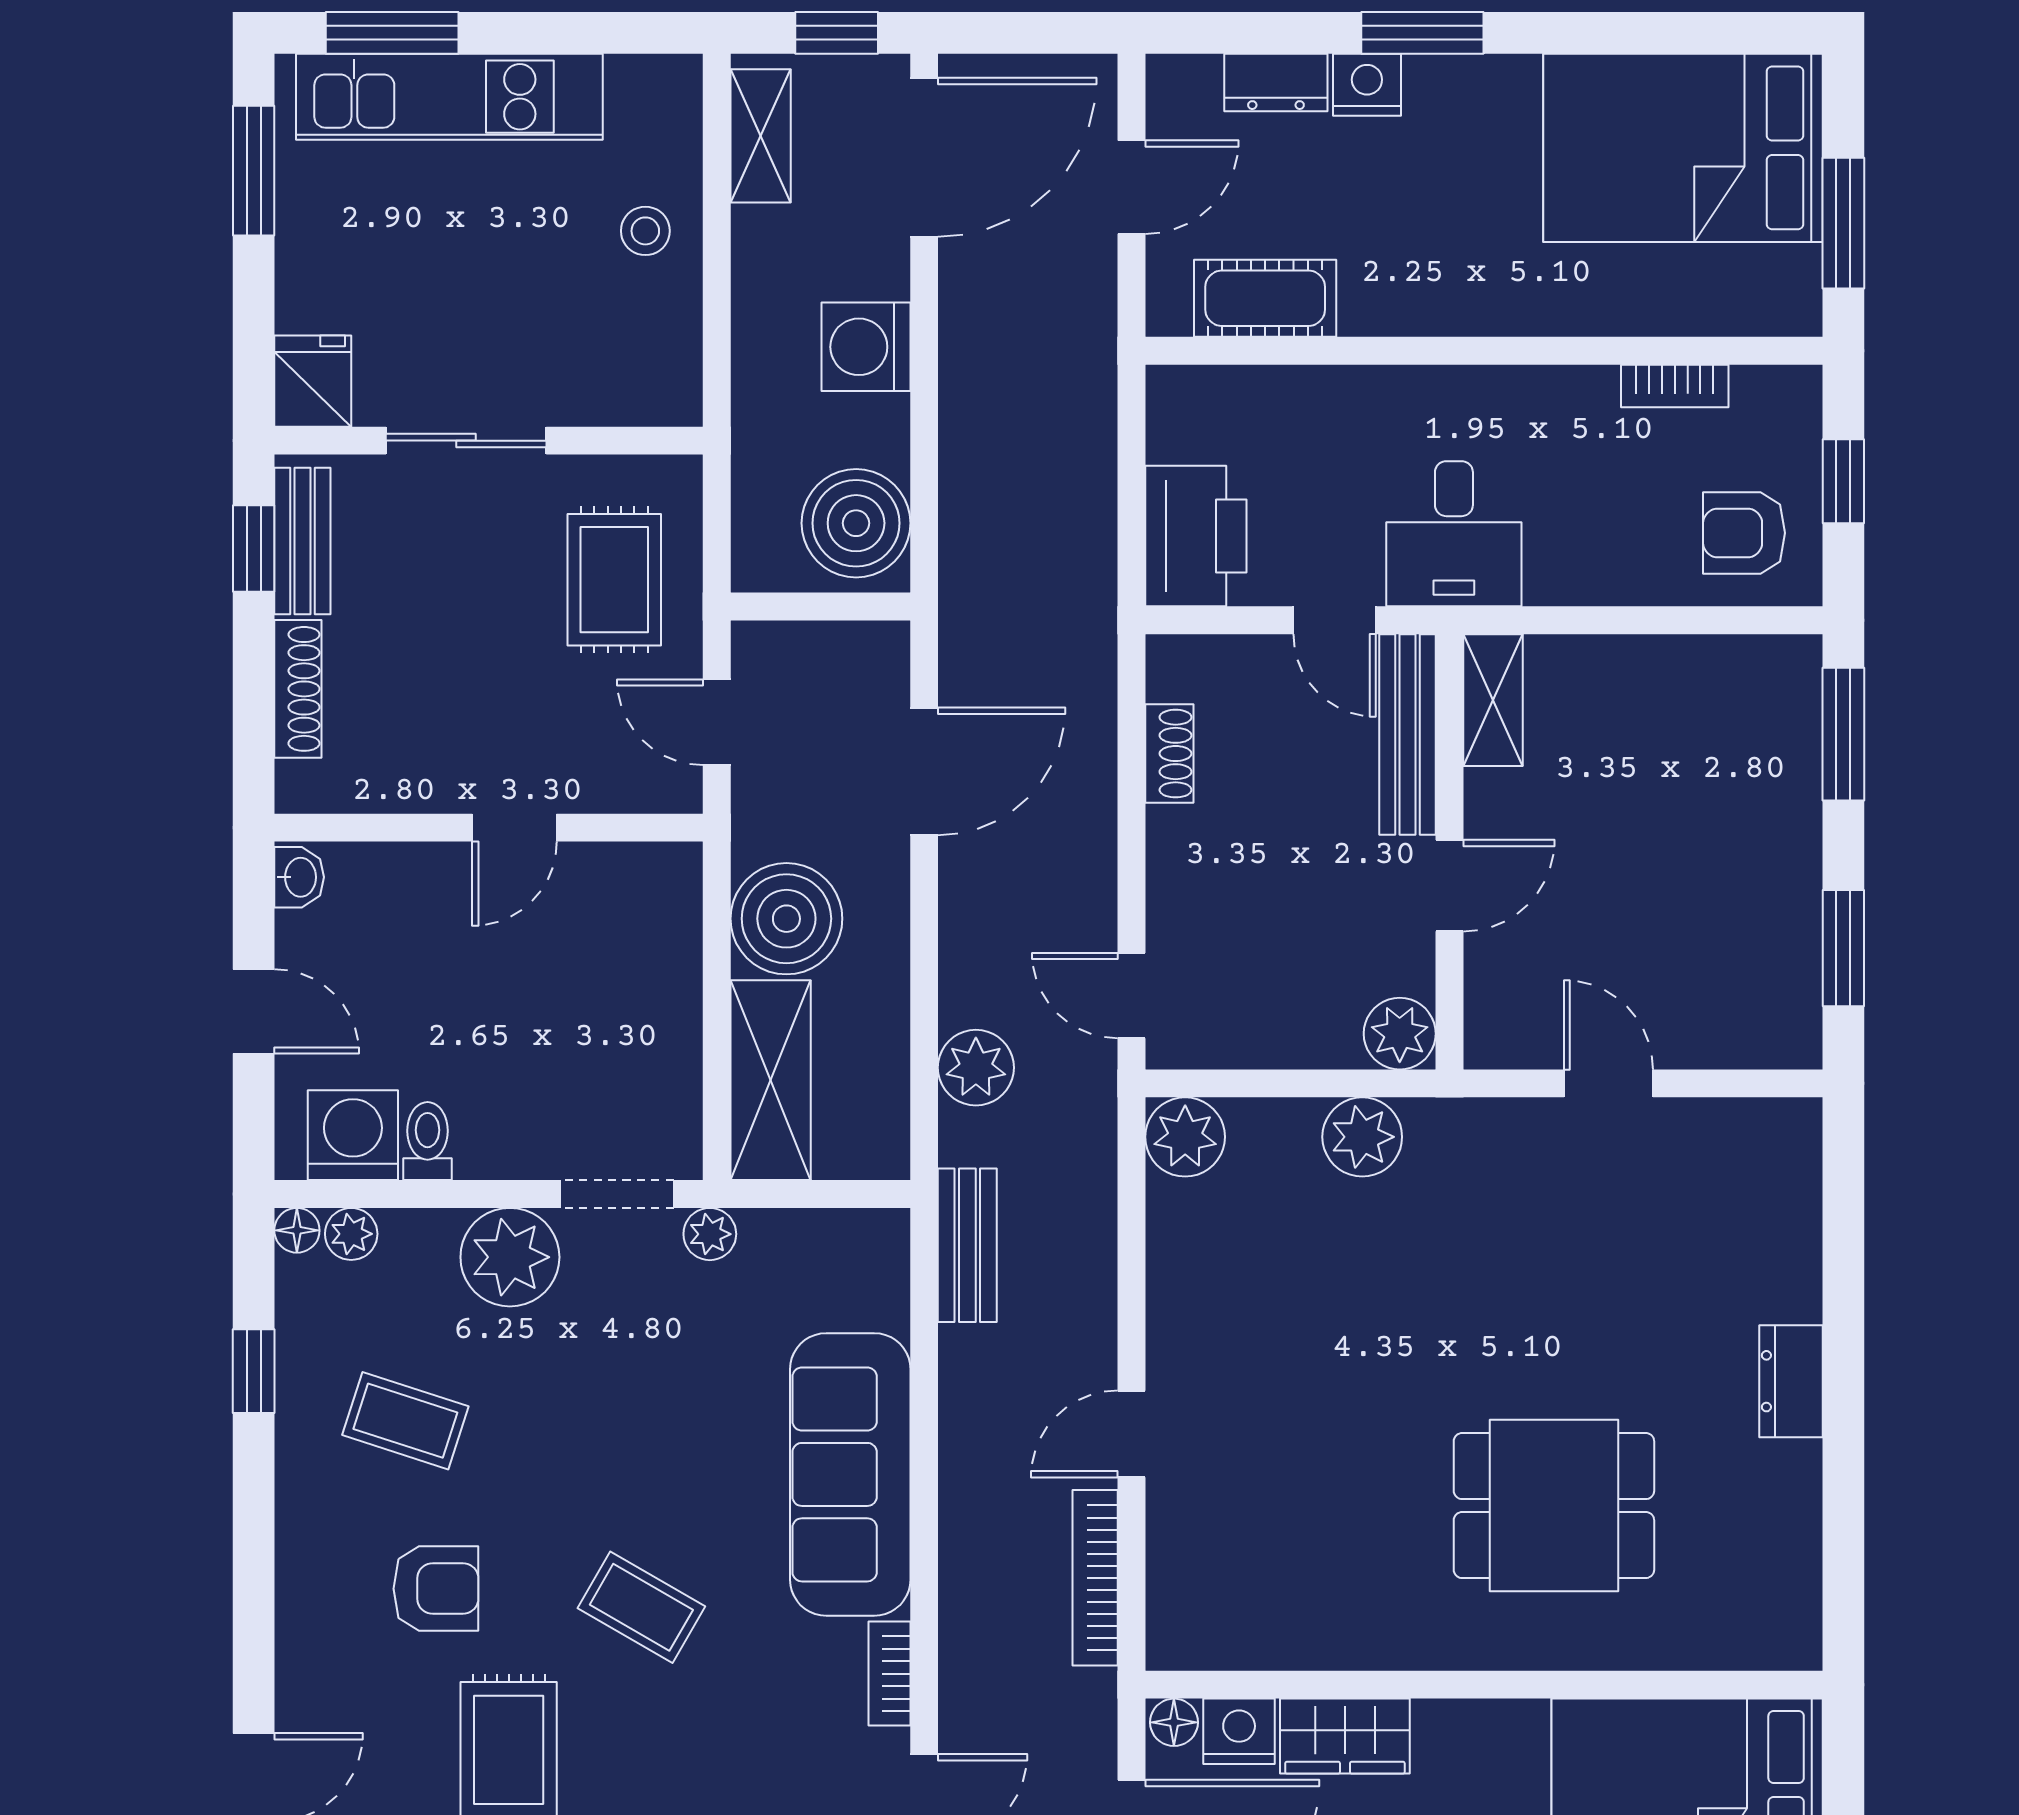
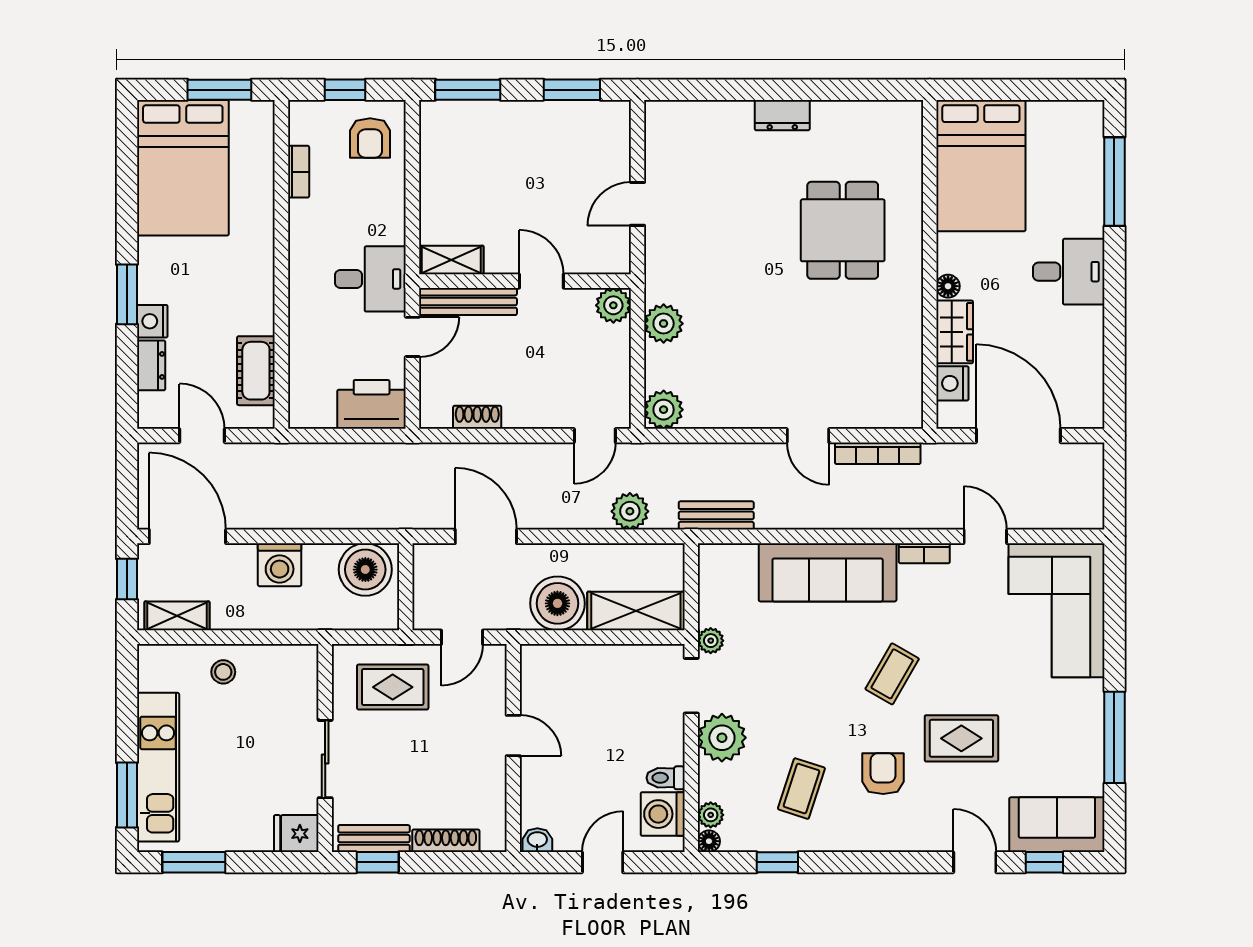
floor lamp: (1174, 1722) -> (948, 286), moved

